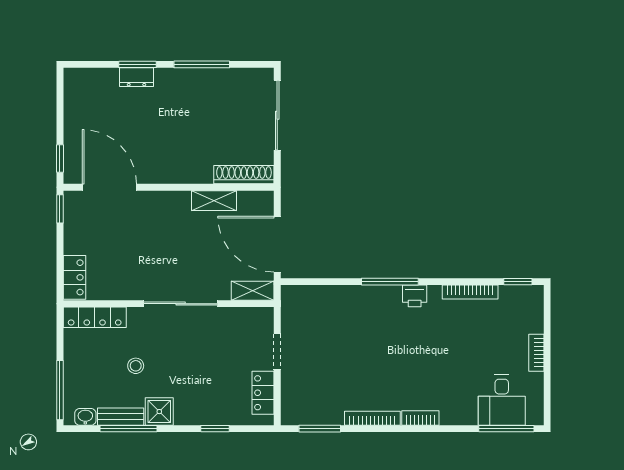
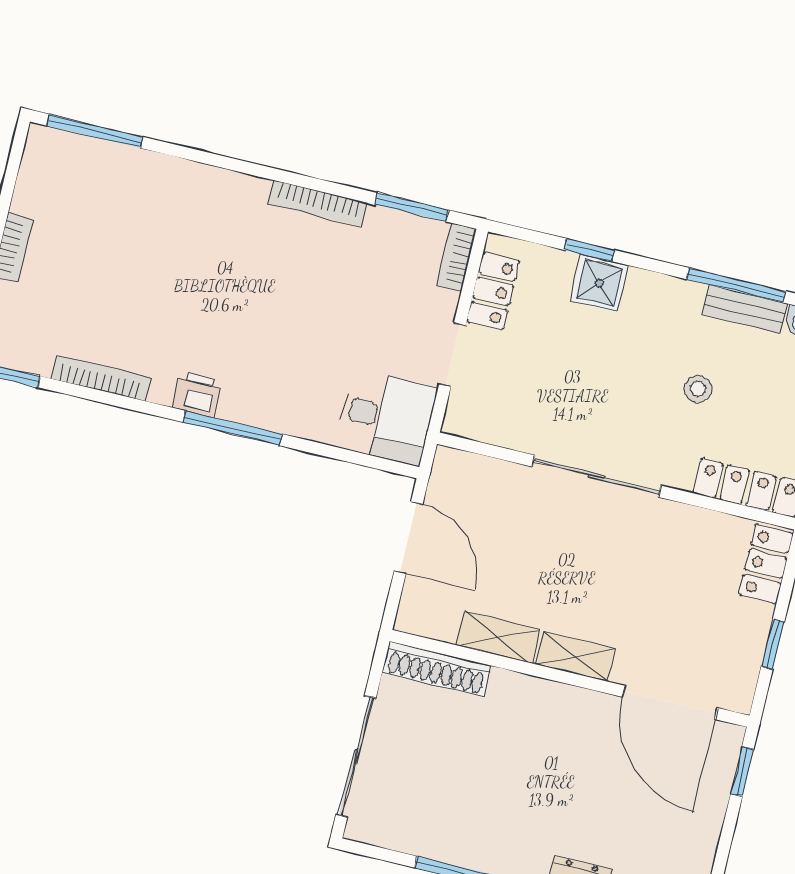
window: (60, 209) -> (773, 644), moved
door: (277, 244) -> (408, 538), width x0.73
shelving: (253, 291) -> (575, 657), moved
desk: (502, 400) -> (386, 417), moved, turned 90
shower: (159, 412) -> (599, 283), moved
bookcase: (420, 418) -> (456, 257), moved, turned 90

